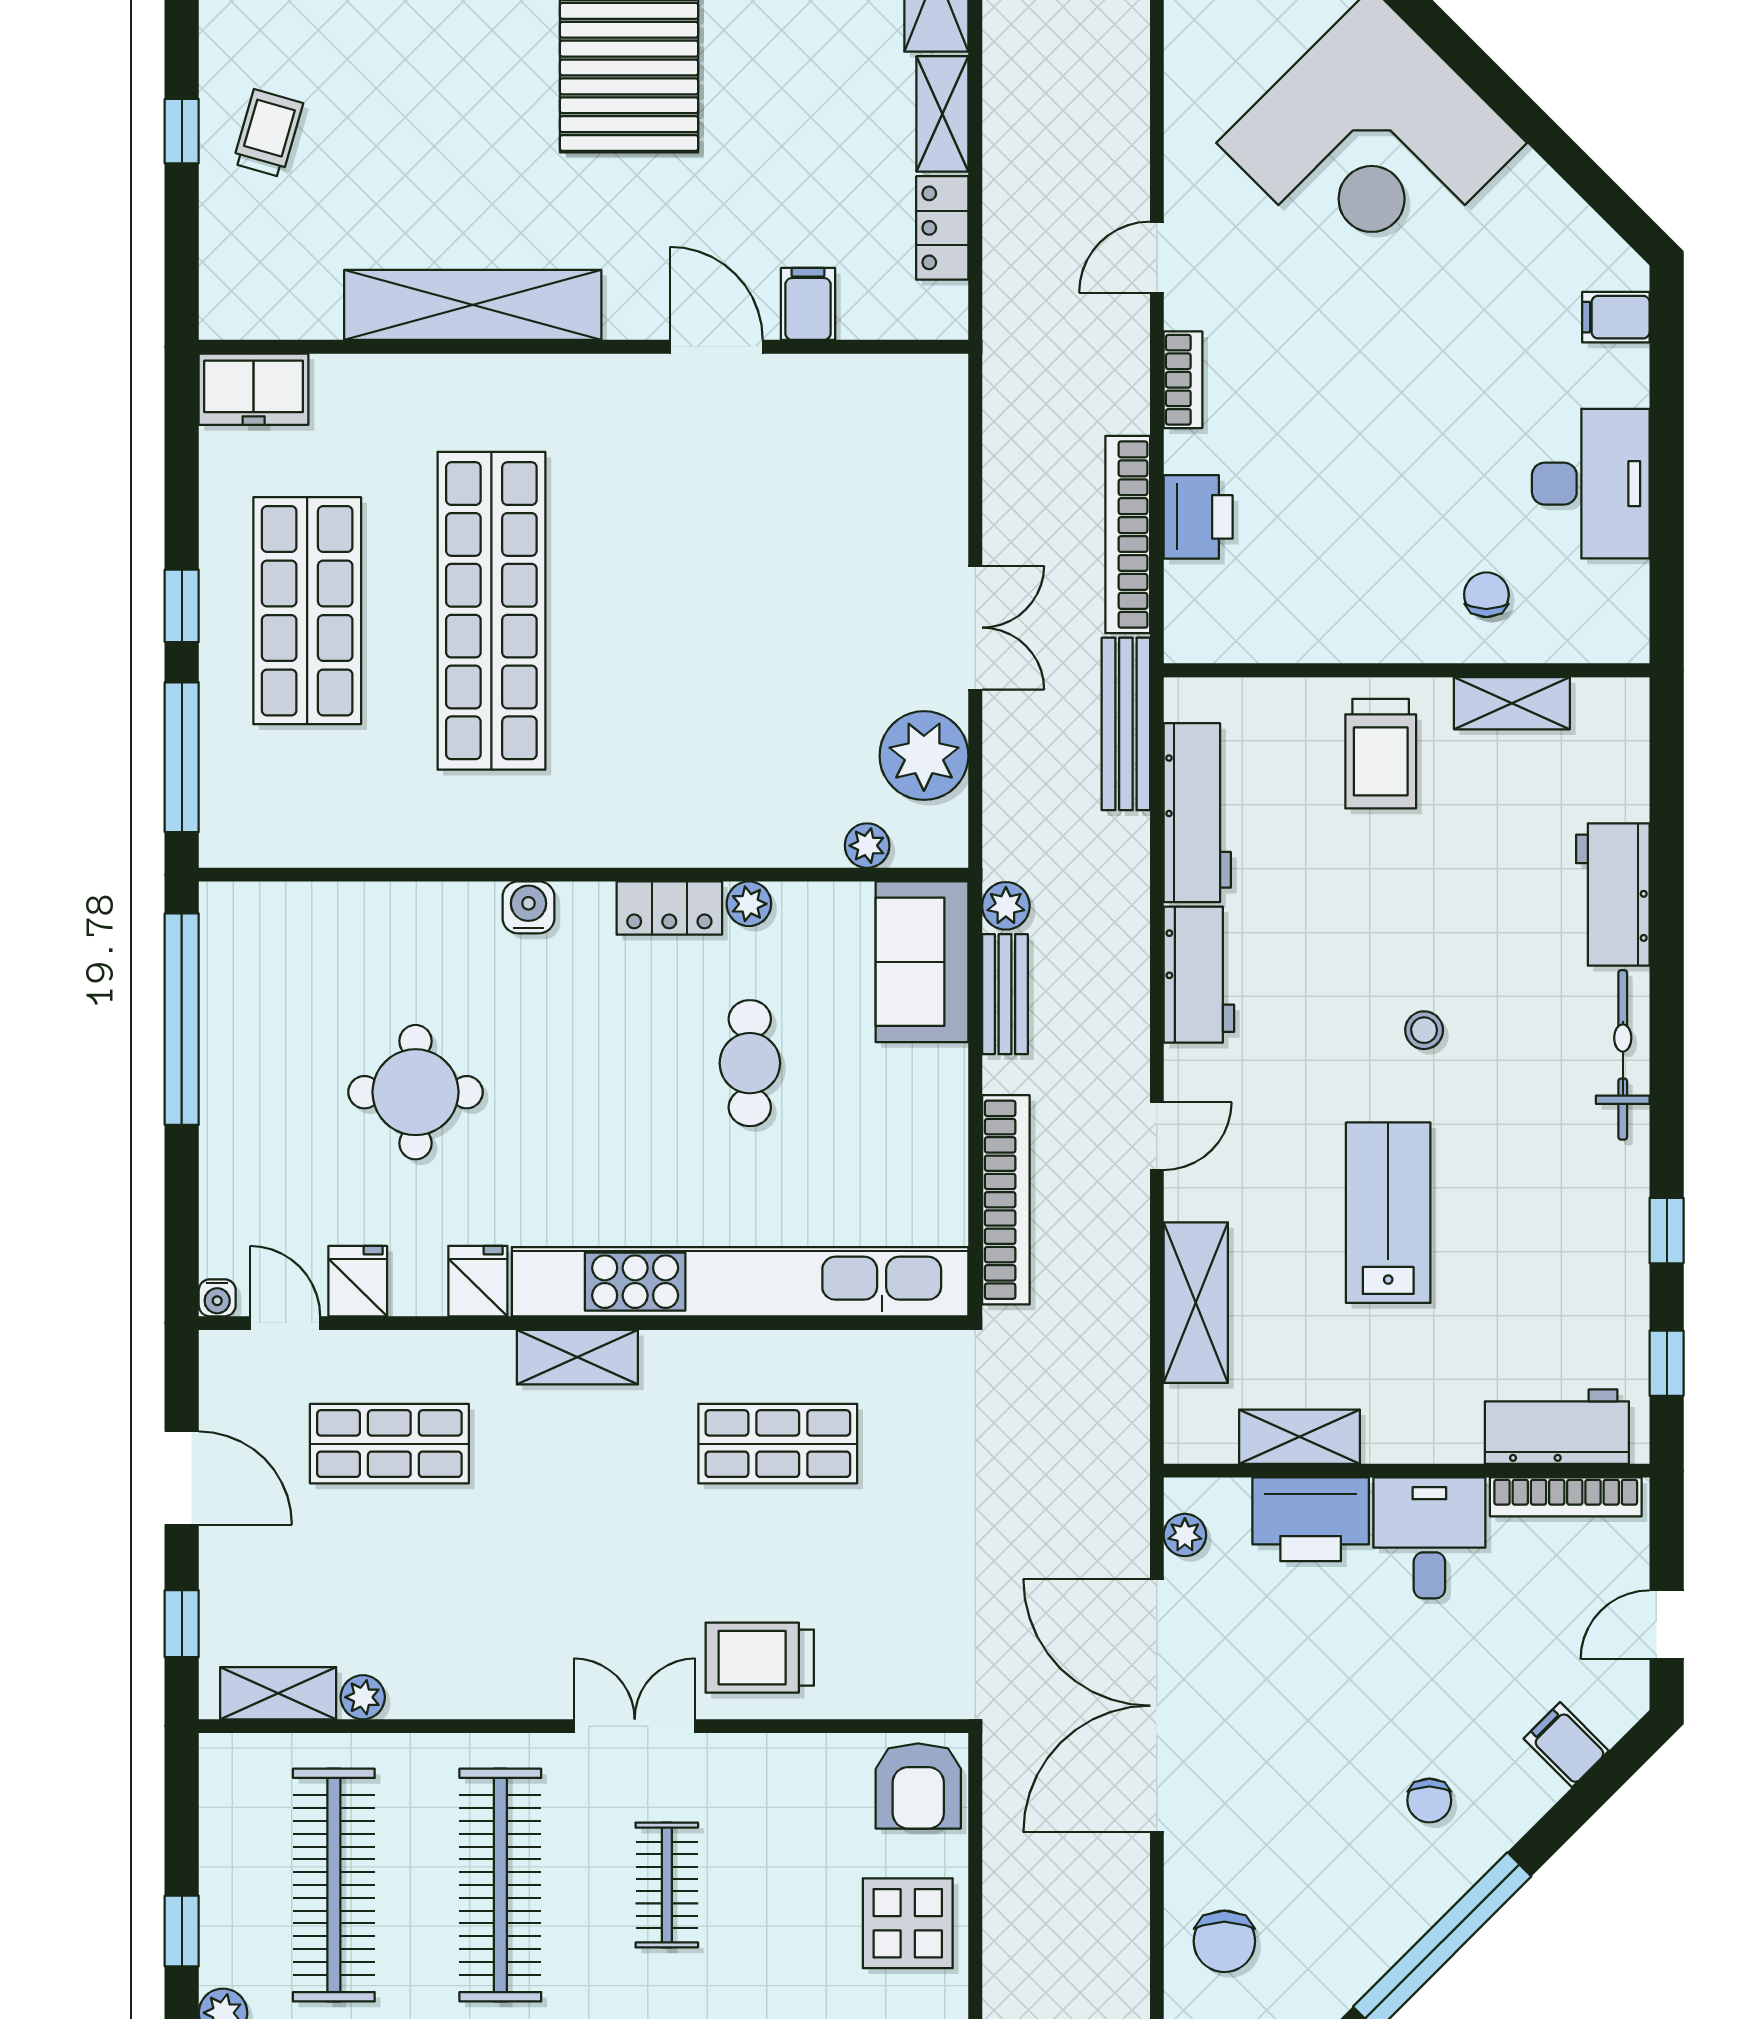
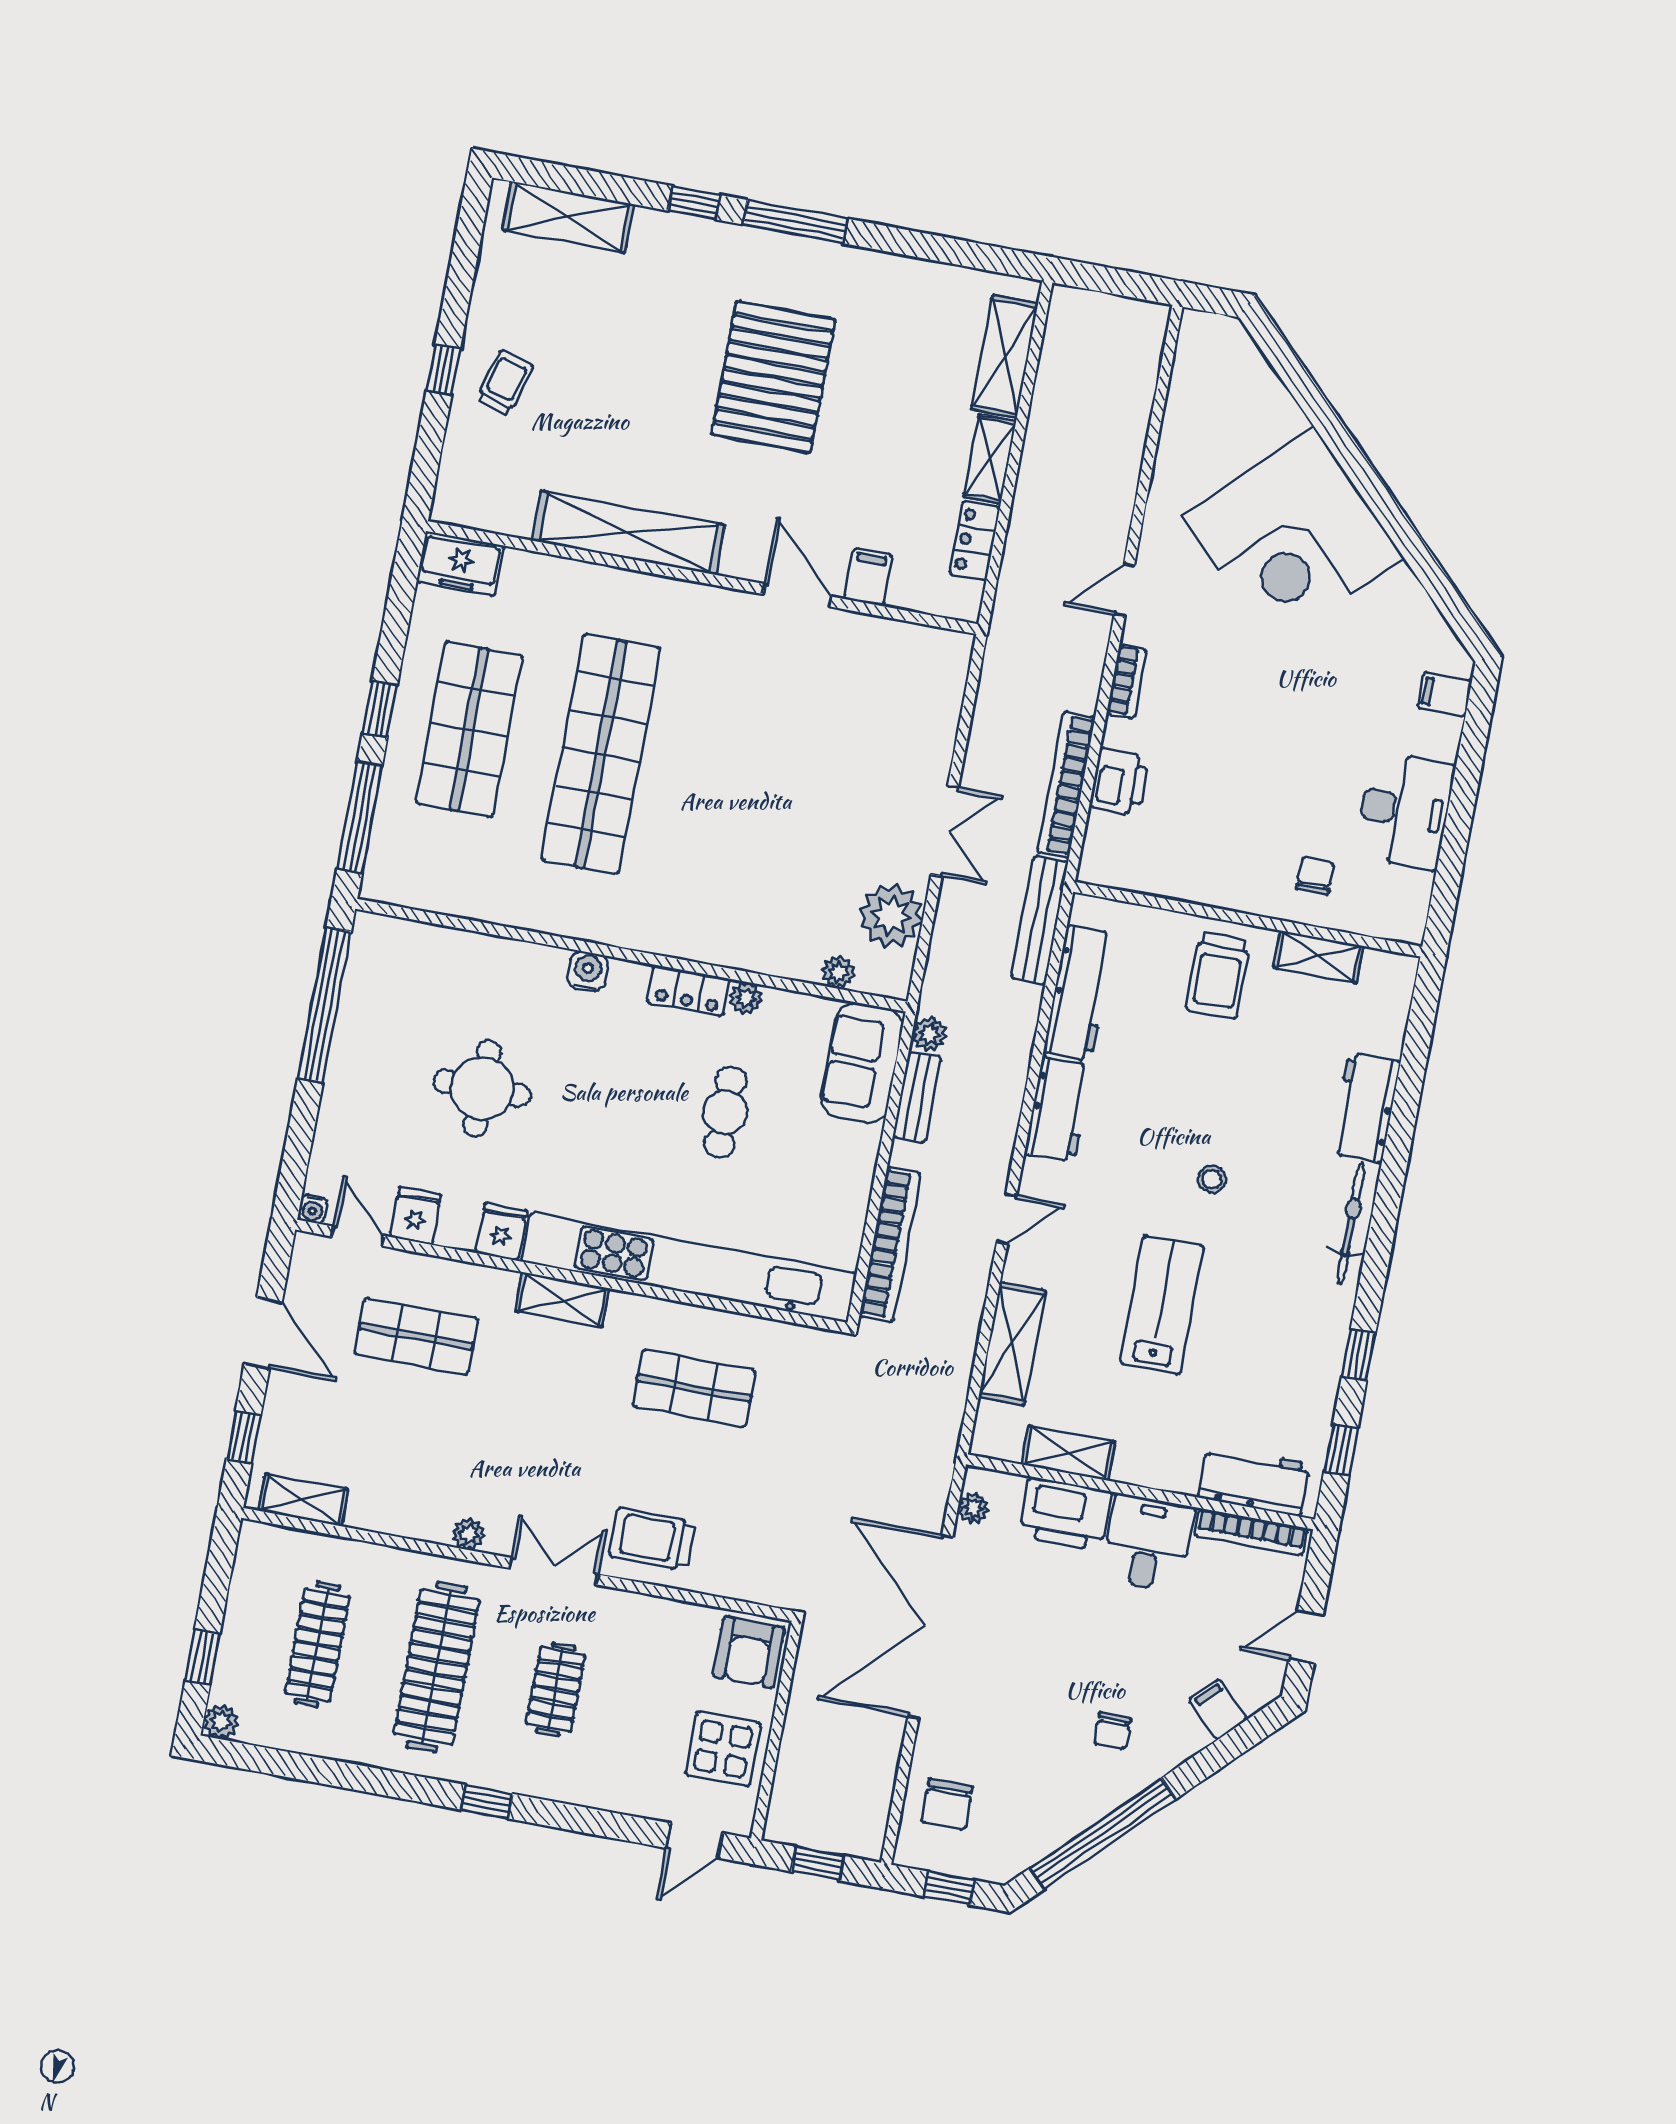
plant: (363, 1697) -> (469, 1534), moved
clothes rail: (334, 1885) -> (317, 1645), width x0.73, depth x0.76

